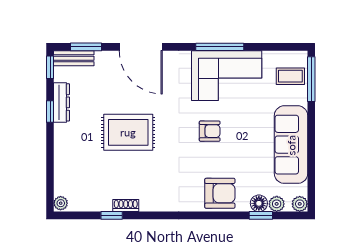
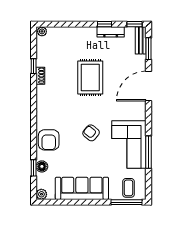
window: (220, 47) -> (148, 152), moved
armchair: (210, 131) -> (91, 133), turned 129
plant: (277, 204) -> (41, 179), removed

